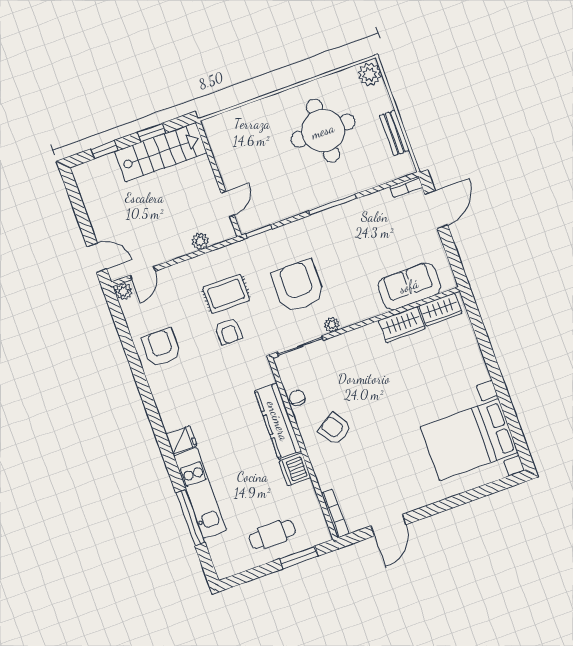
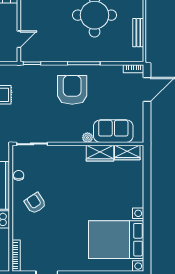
armchair: (298, 286) -> (72, 90), moved
plant: (332, 325) -> (87, 138), moved

